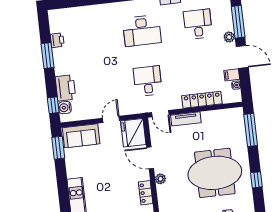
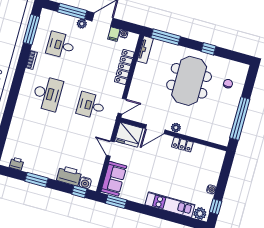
printer: (57, 40) -> (17, 164), moved
tv unit: (186, 119) -> (145, 50), moved

